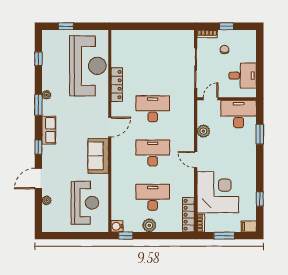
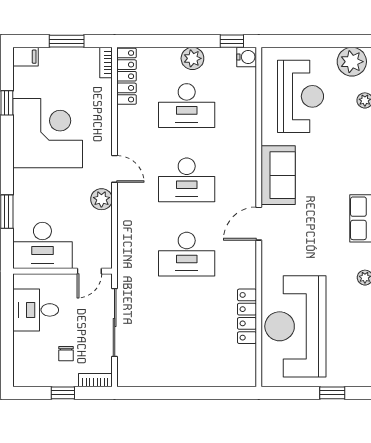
locker: (117, 85) -> (247, 316), moved
plant: (203, 131) -> (101, 199), moved
corner desk: (218, 192) -> (48, 133), moved, turned 180
reception desk: (85, 203) -> (301, 96), turned 180
plant: (54, 223) -> (352, 62), added

